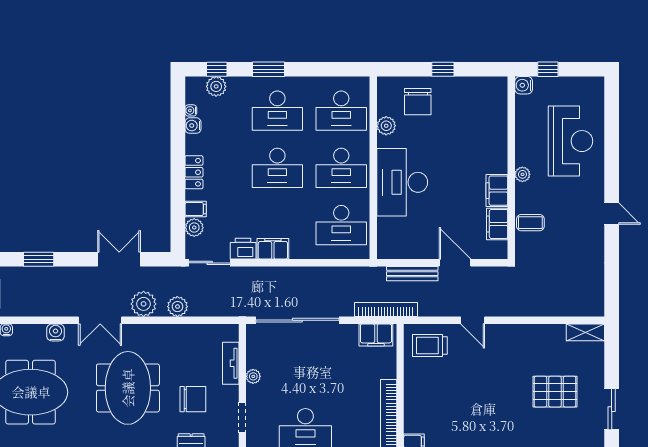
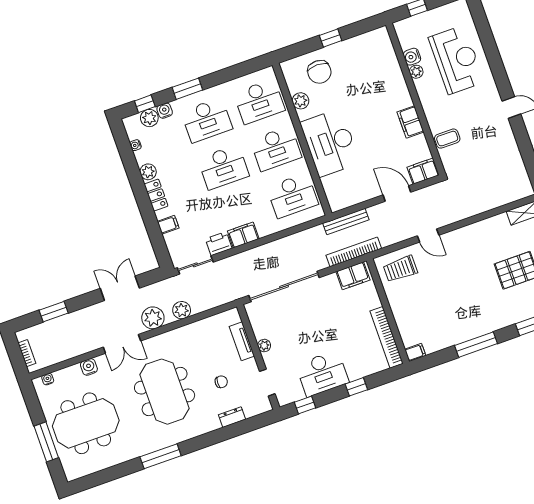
water cooler: (524, 85) -> (412, 57), moved
water cooler: (193, 126) -> (165, 111), moved, turned 90
plant: (522, 174) -> (416, 72), moved
filing cabinet: (497, 224) -> (423, 171), moved, turned 90
plant: (194, 228) -> (148, 172), moved
bench: (412, 274) -> (346, 222), moved
chair: (193, 399) -> (221, 382), width x0.54, depth x0.54

